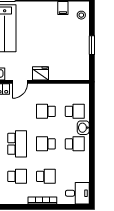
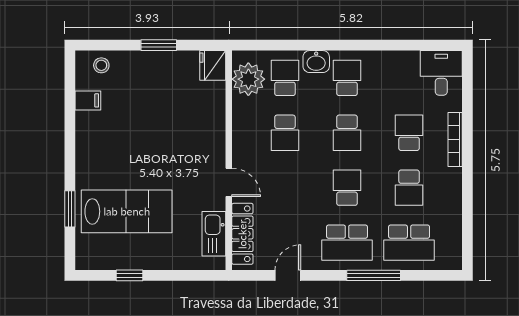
fridge: (40, 73) -> (213, 65), moved
plant: (74, 92) -> (248, 79), added
school desk: (17, 144) -> (347, 188), width x0.54
school desk: (17, 176) -> (409, 188), turned 180

